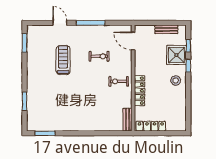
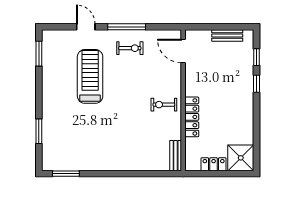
shower: (176, 55) -> (241, 158), moved
exercise bike: (99, 56) -> (130, 48), moved
treadmill: (63, 60) -> (90, 76), width x1.37, depth x1.38
stool: (176, 80) -> (240, 103), removed
locker: (151, 126) -> (214, 164), width x0.66

